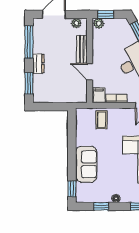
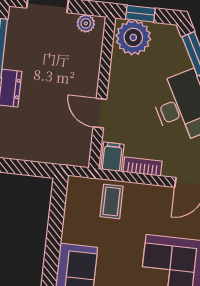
plant: (99, 23) -> (133, 37), width x1.87, depth x1.87
bench: (82, 49) -> (90, 71), removed

